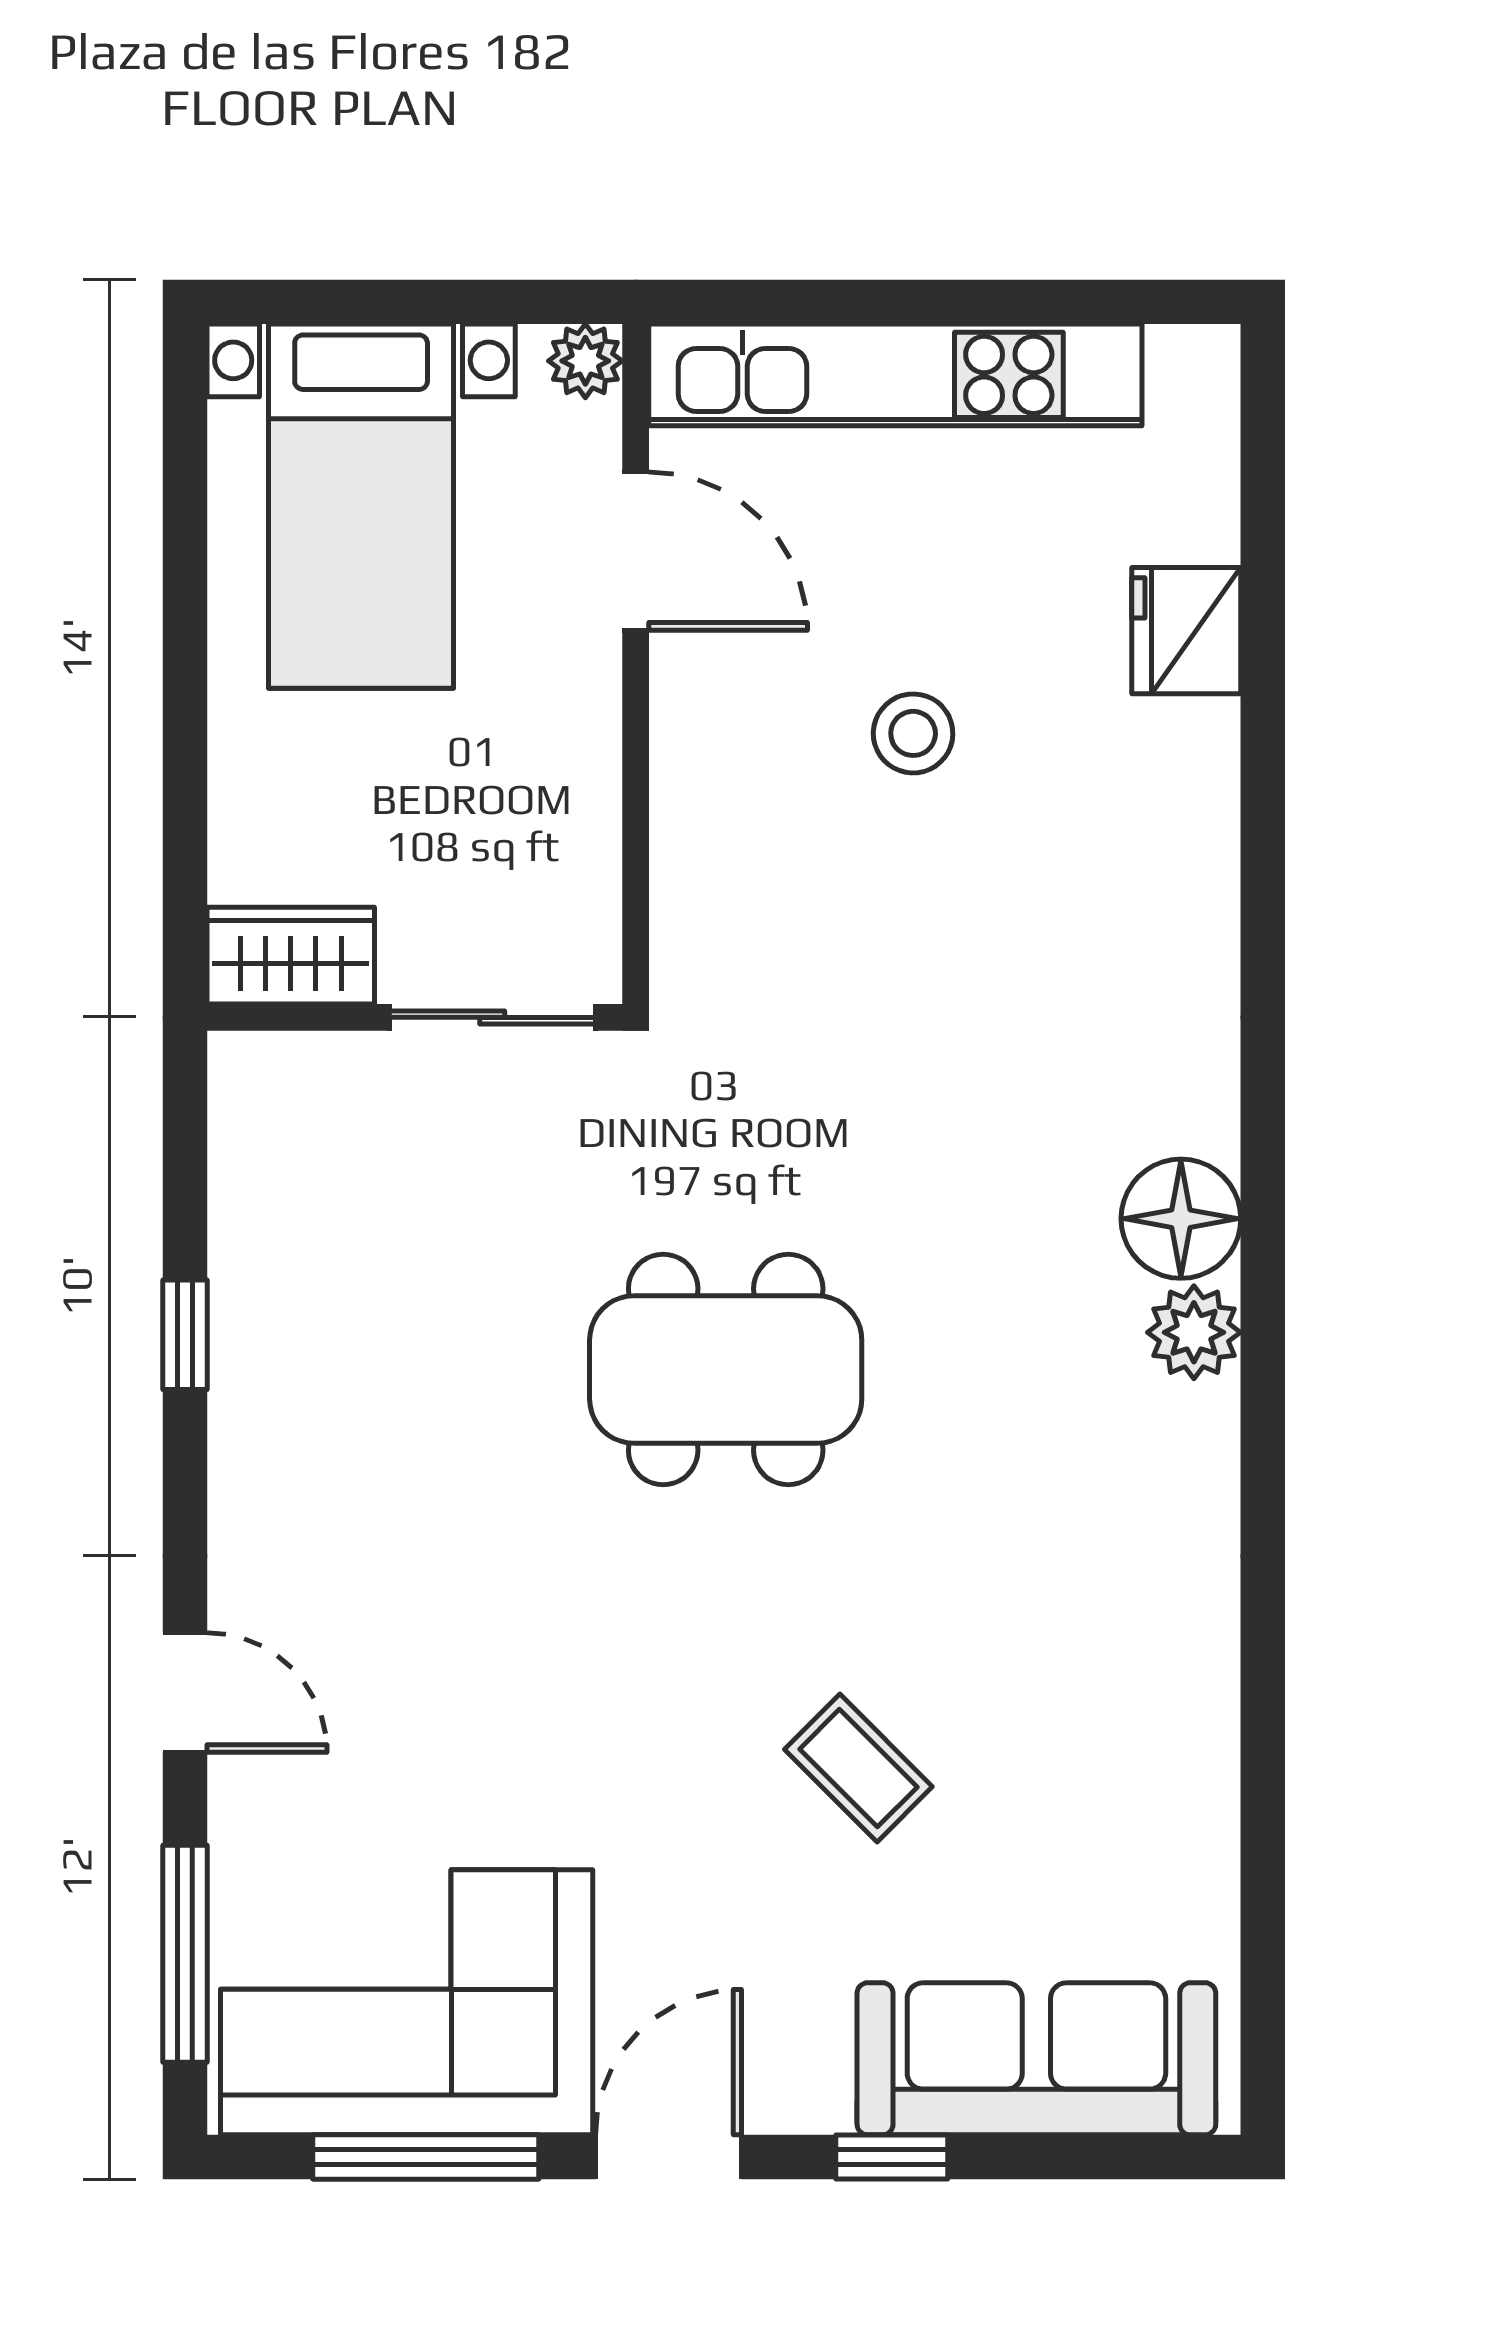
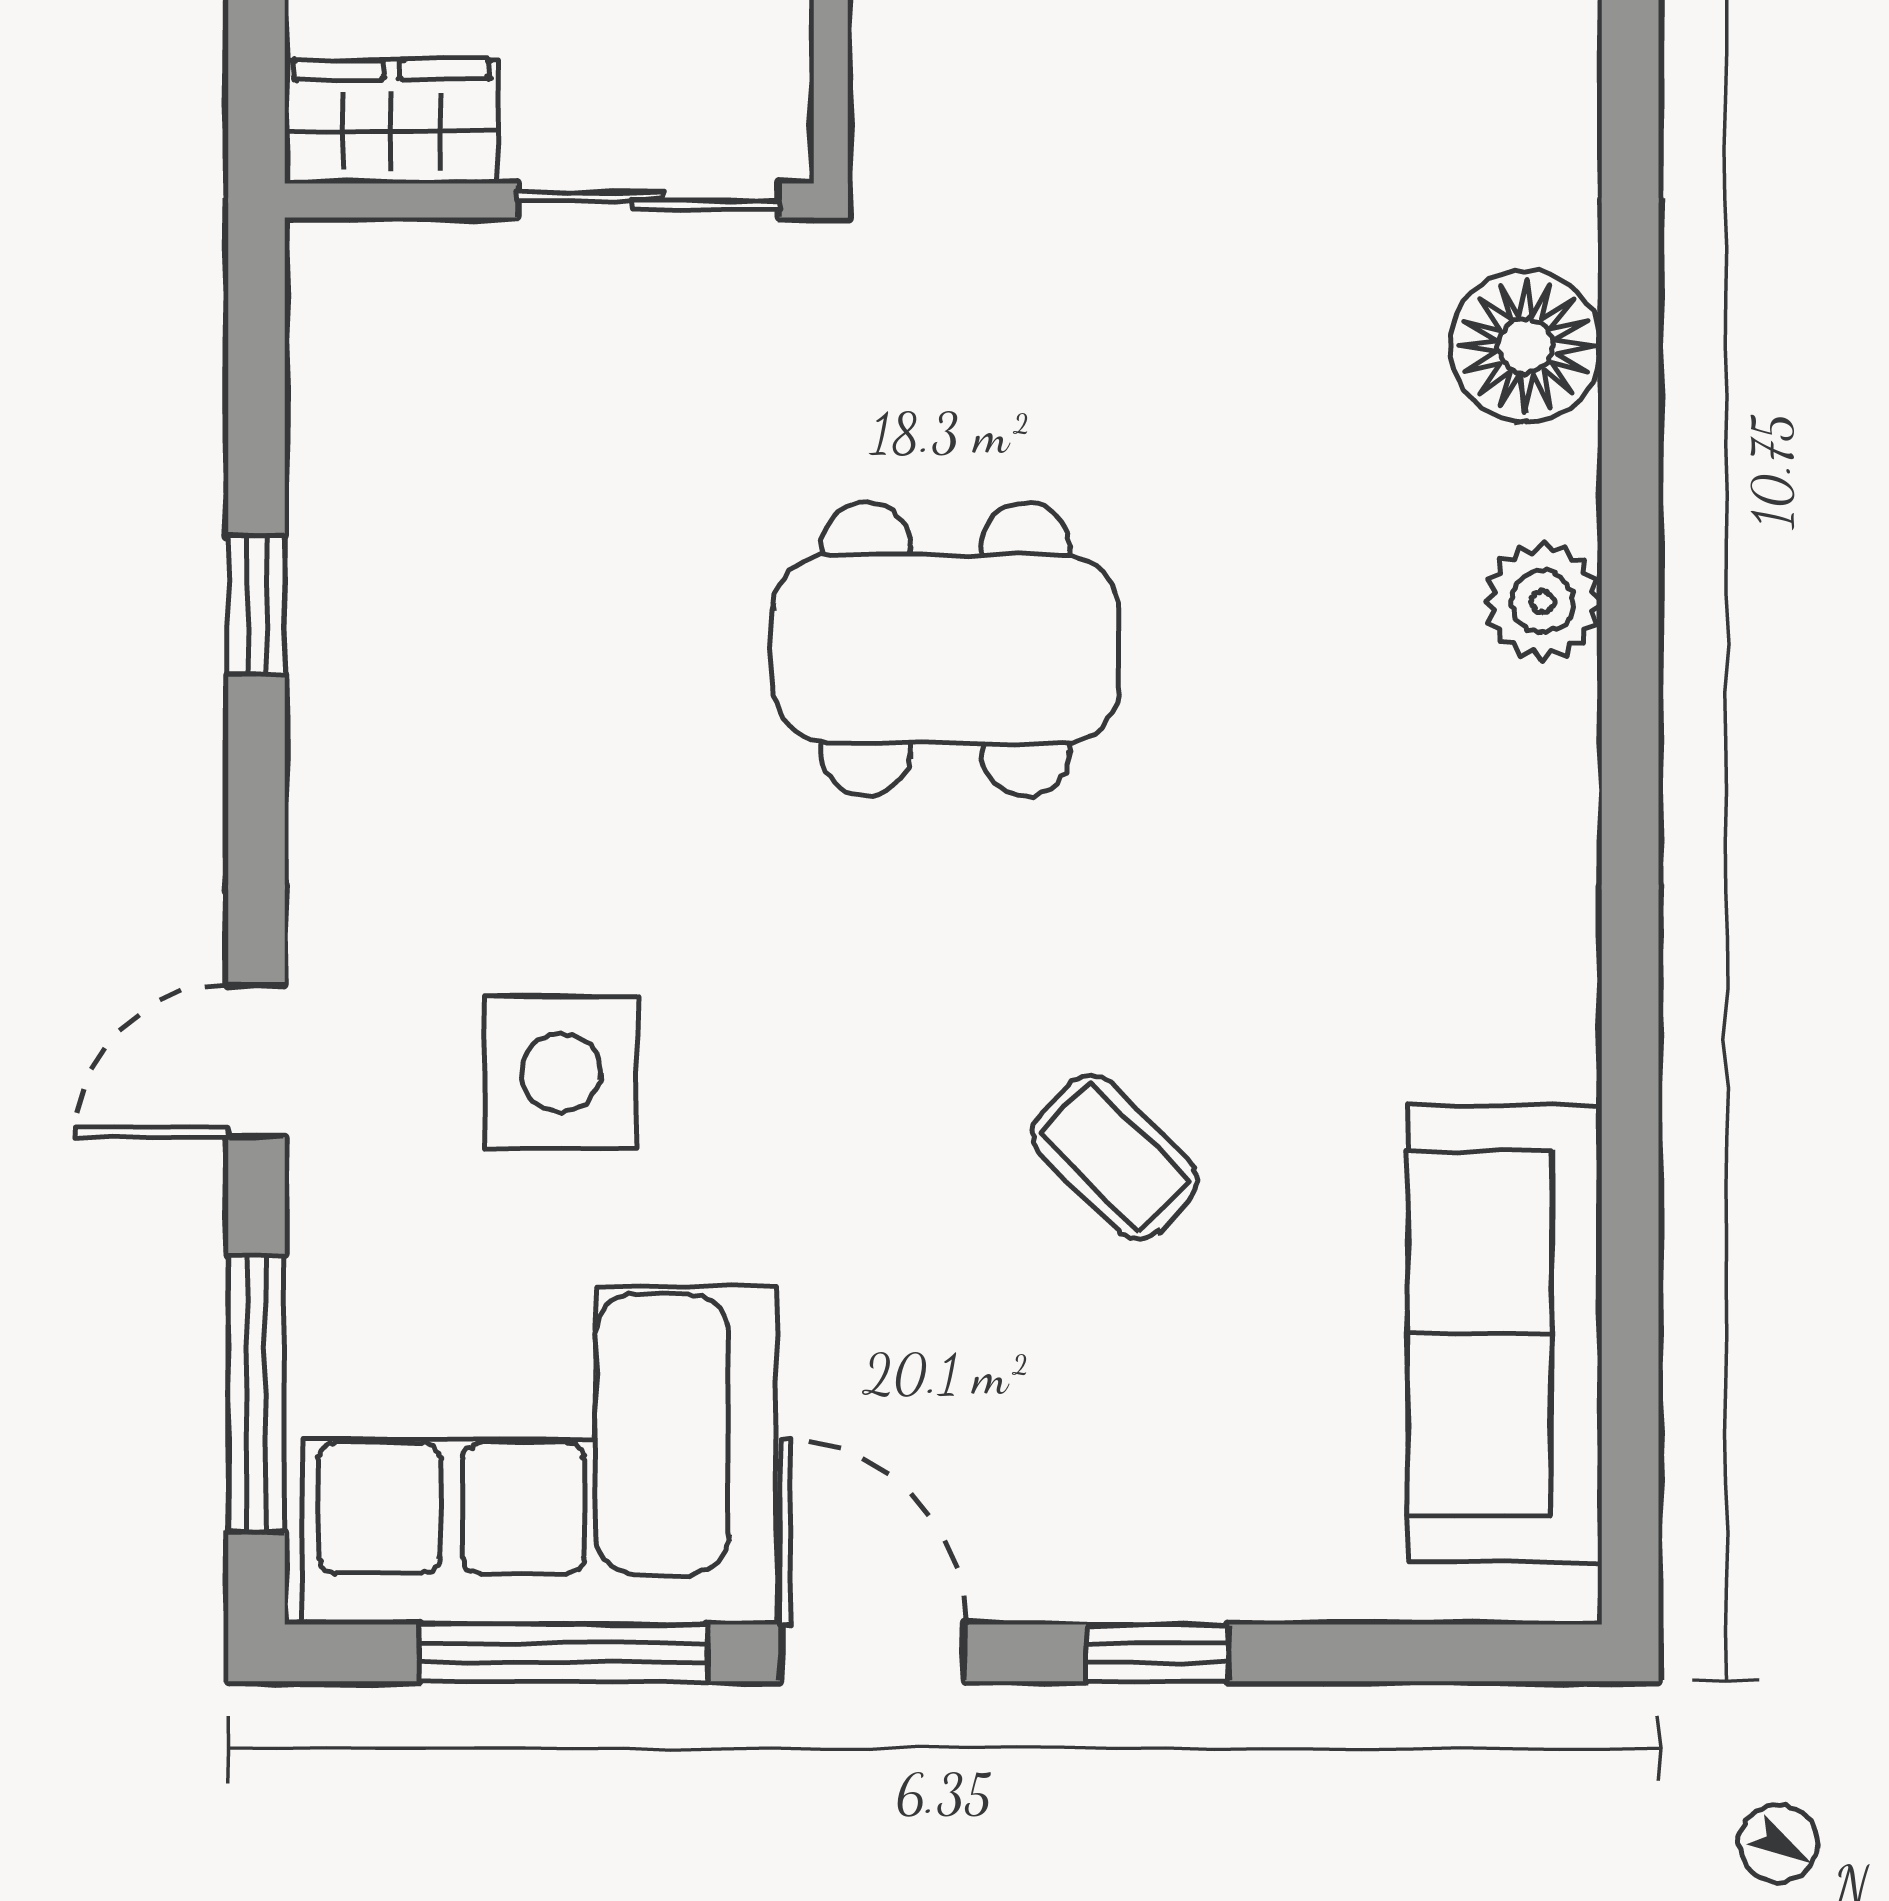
floor lamp: (1181, 1219) -> (1526, 346), moved
door: (185, 1693) -> (256, 1061), swing flipped
side table: (424, 1702) -> (561, 1073), added
sofa: (1036, 2059) -> (1505, 1333), moved, turned -90
door: (668, 2157) -> (873, 1653), hinge flipped

